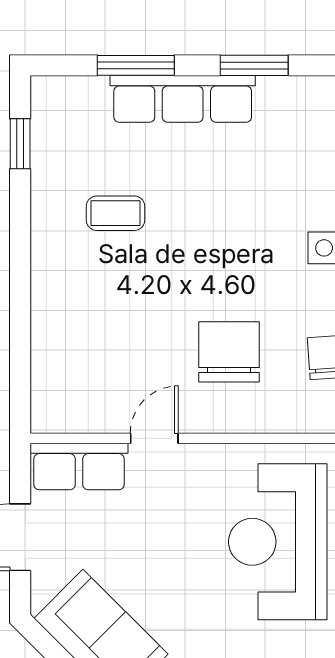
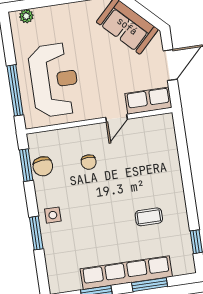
row of seats: (183, 99) -> (126, 273), width x1.36
chair: (229, 352) -> (89, 162), width x0.54, depth x0.54

